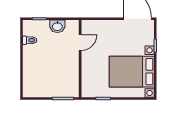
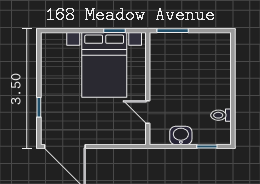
door: (80, 42) -> (148, 112), hinge flipped
bed with nightstands: (132, 72) -> (104, 65), moved, turned 90

